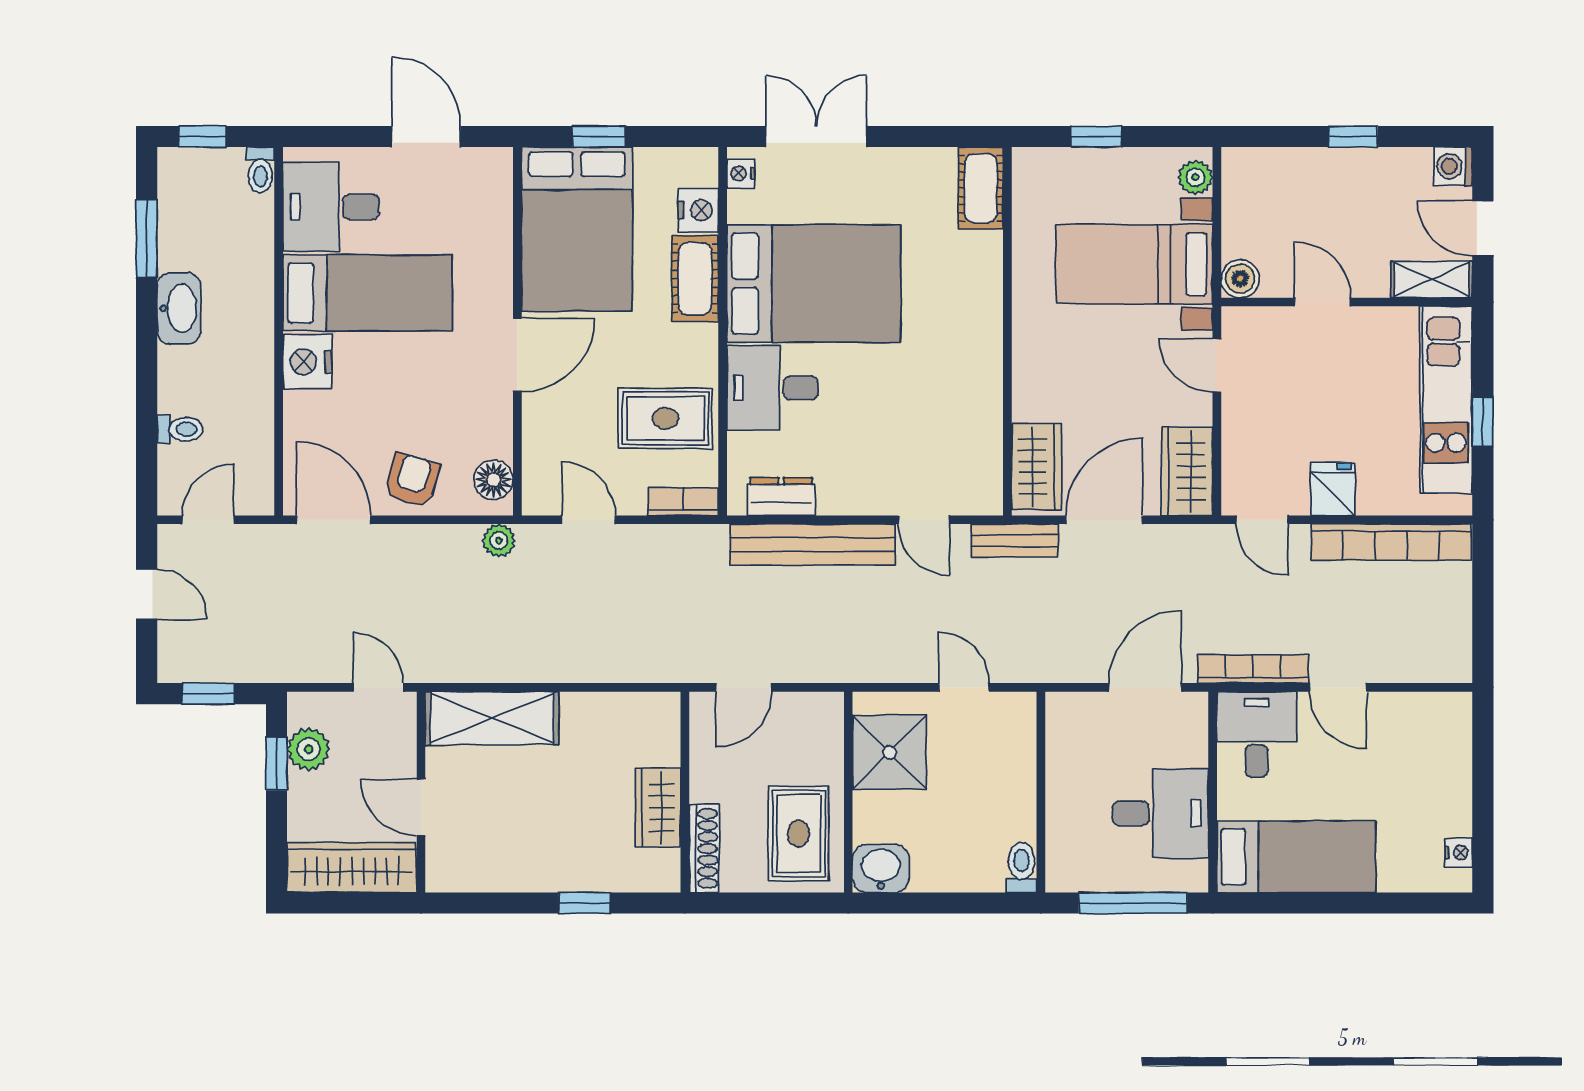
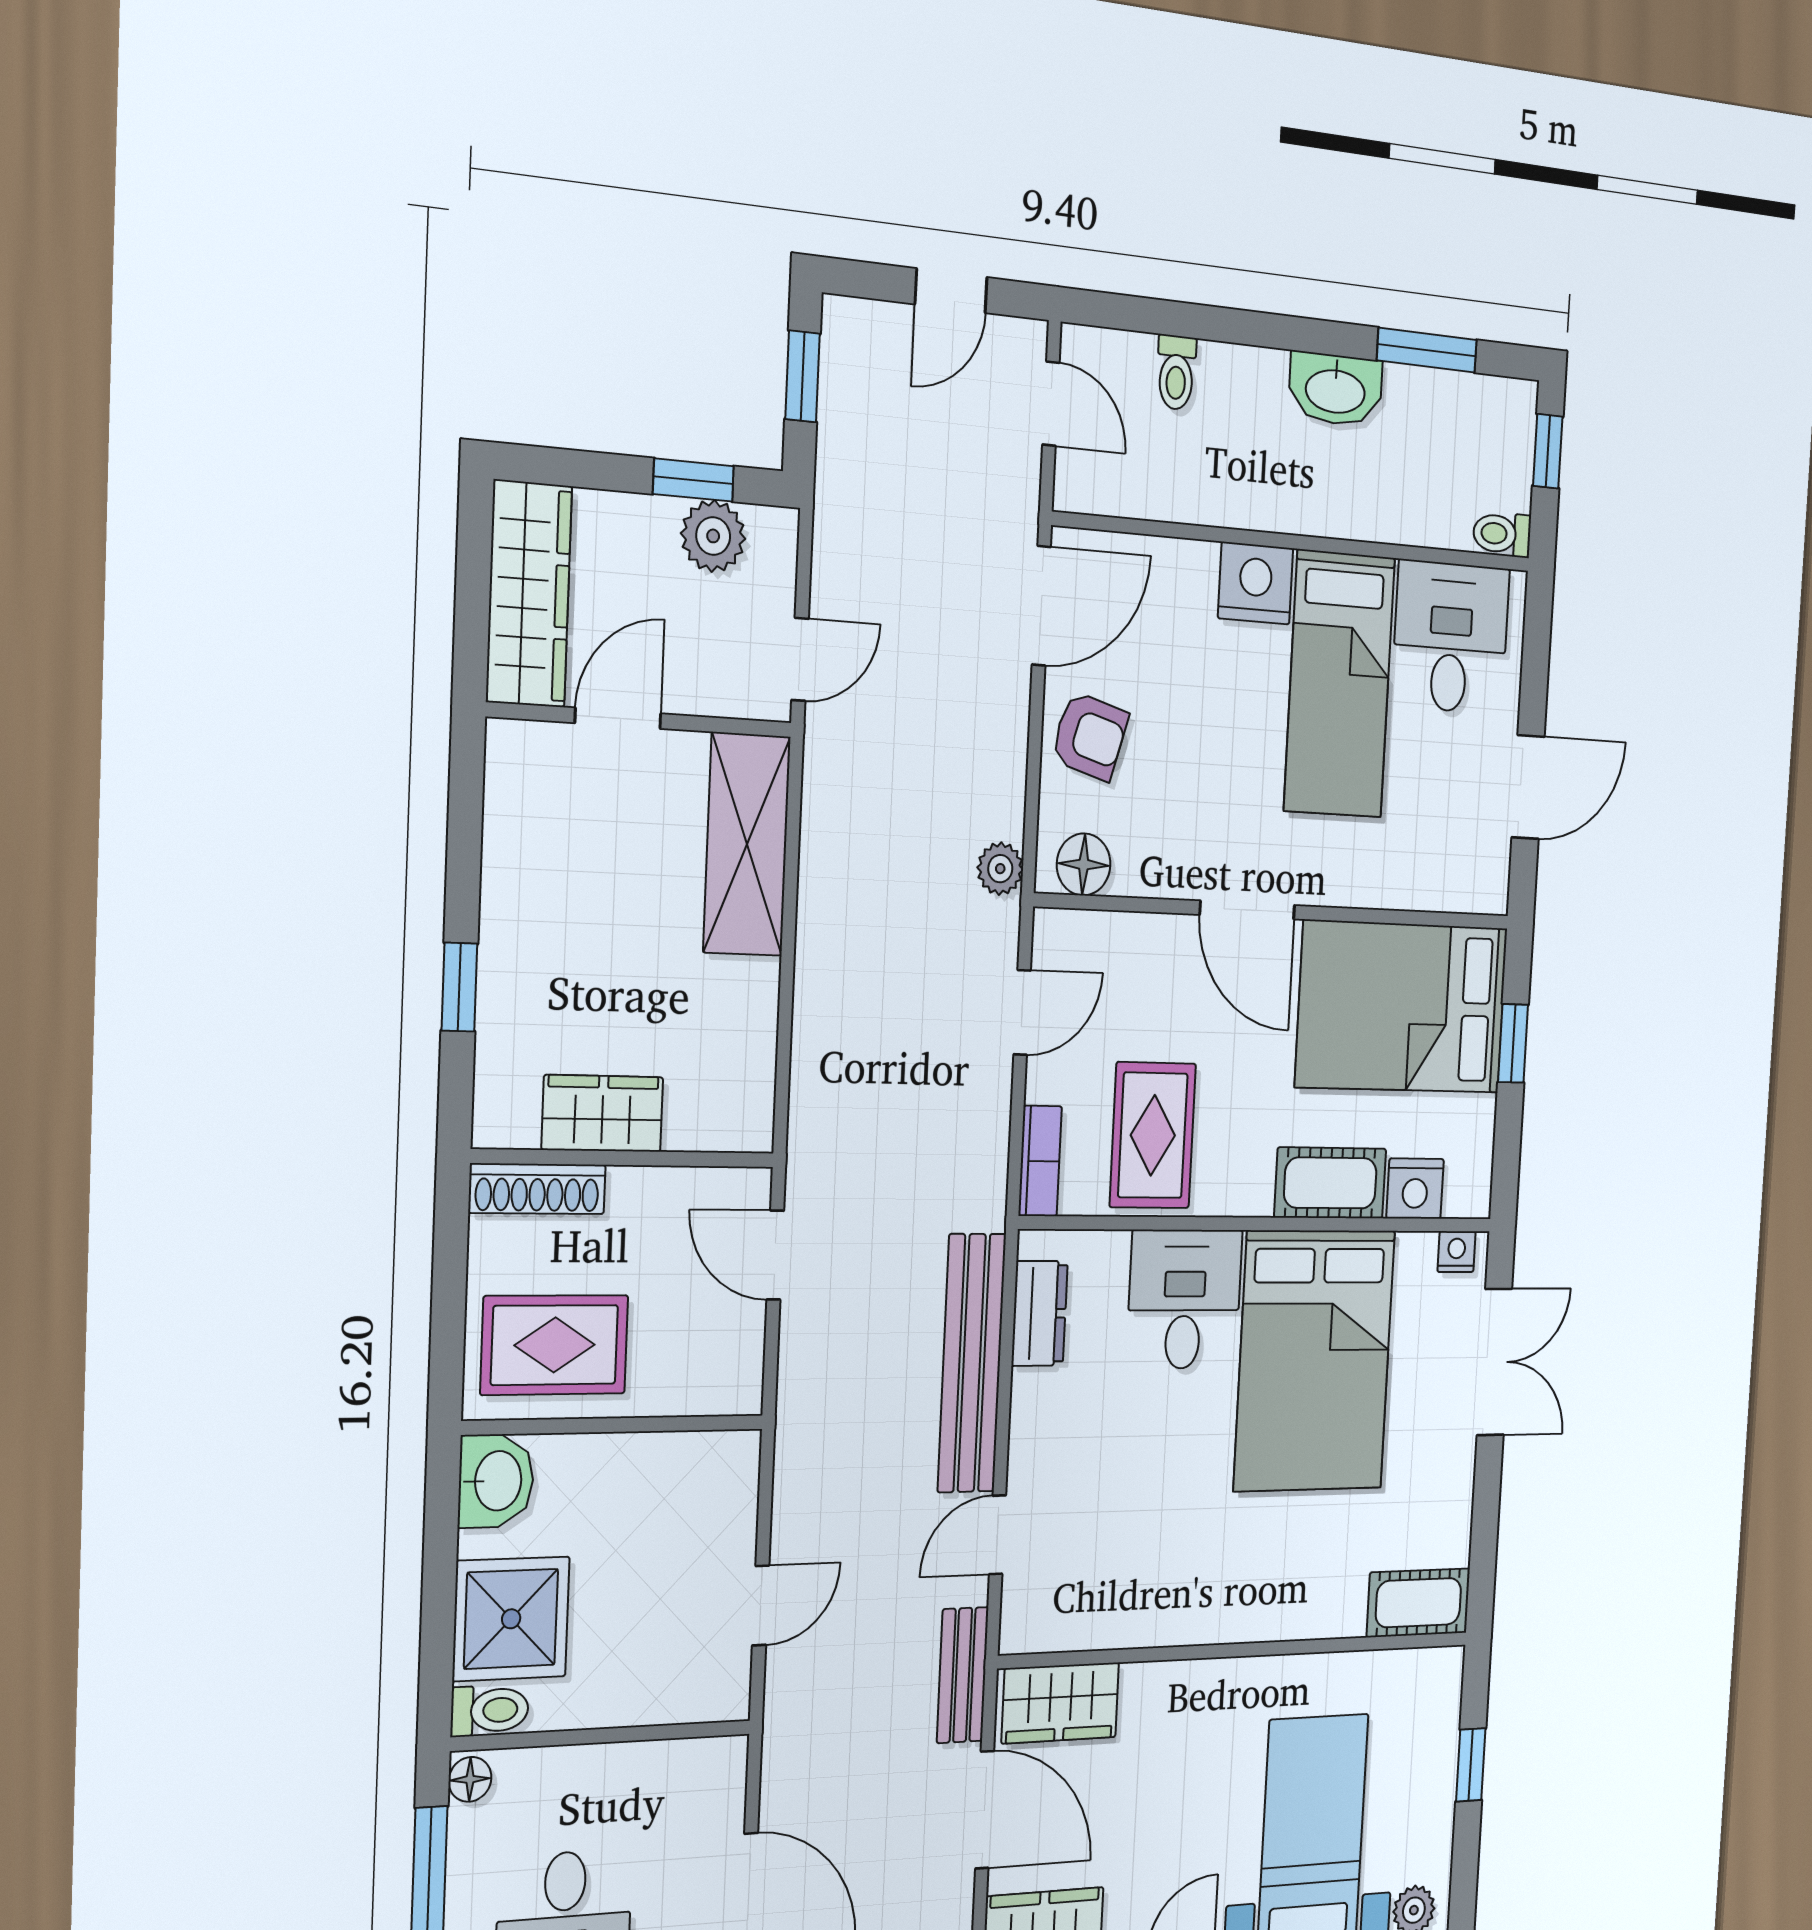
shower: (889, 752) -> (511, 1619), moved
floor lamp: (1063, 879) -> (470, 1779), added

